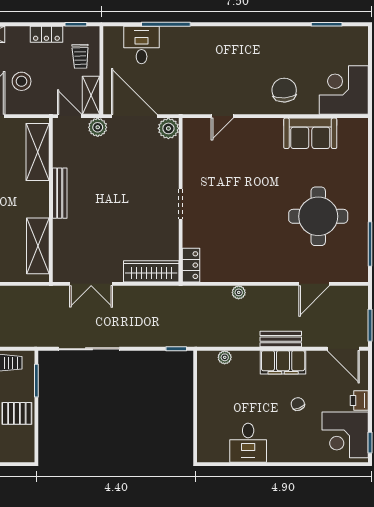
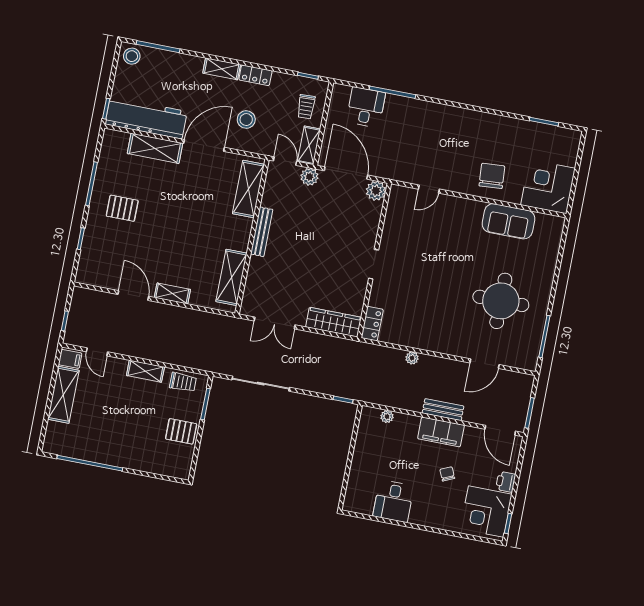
locker: (46, 34) -> (255, 75), moved

